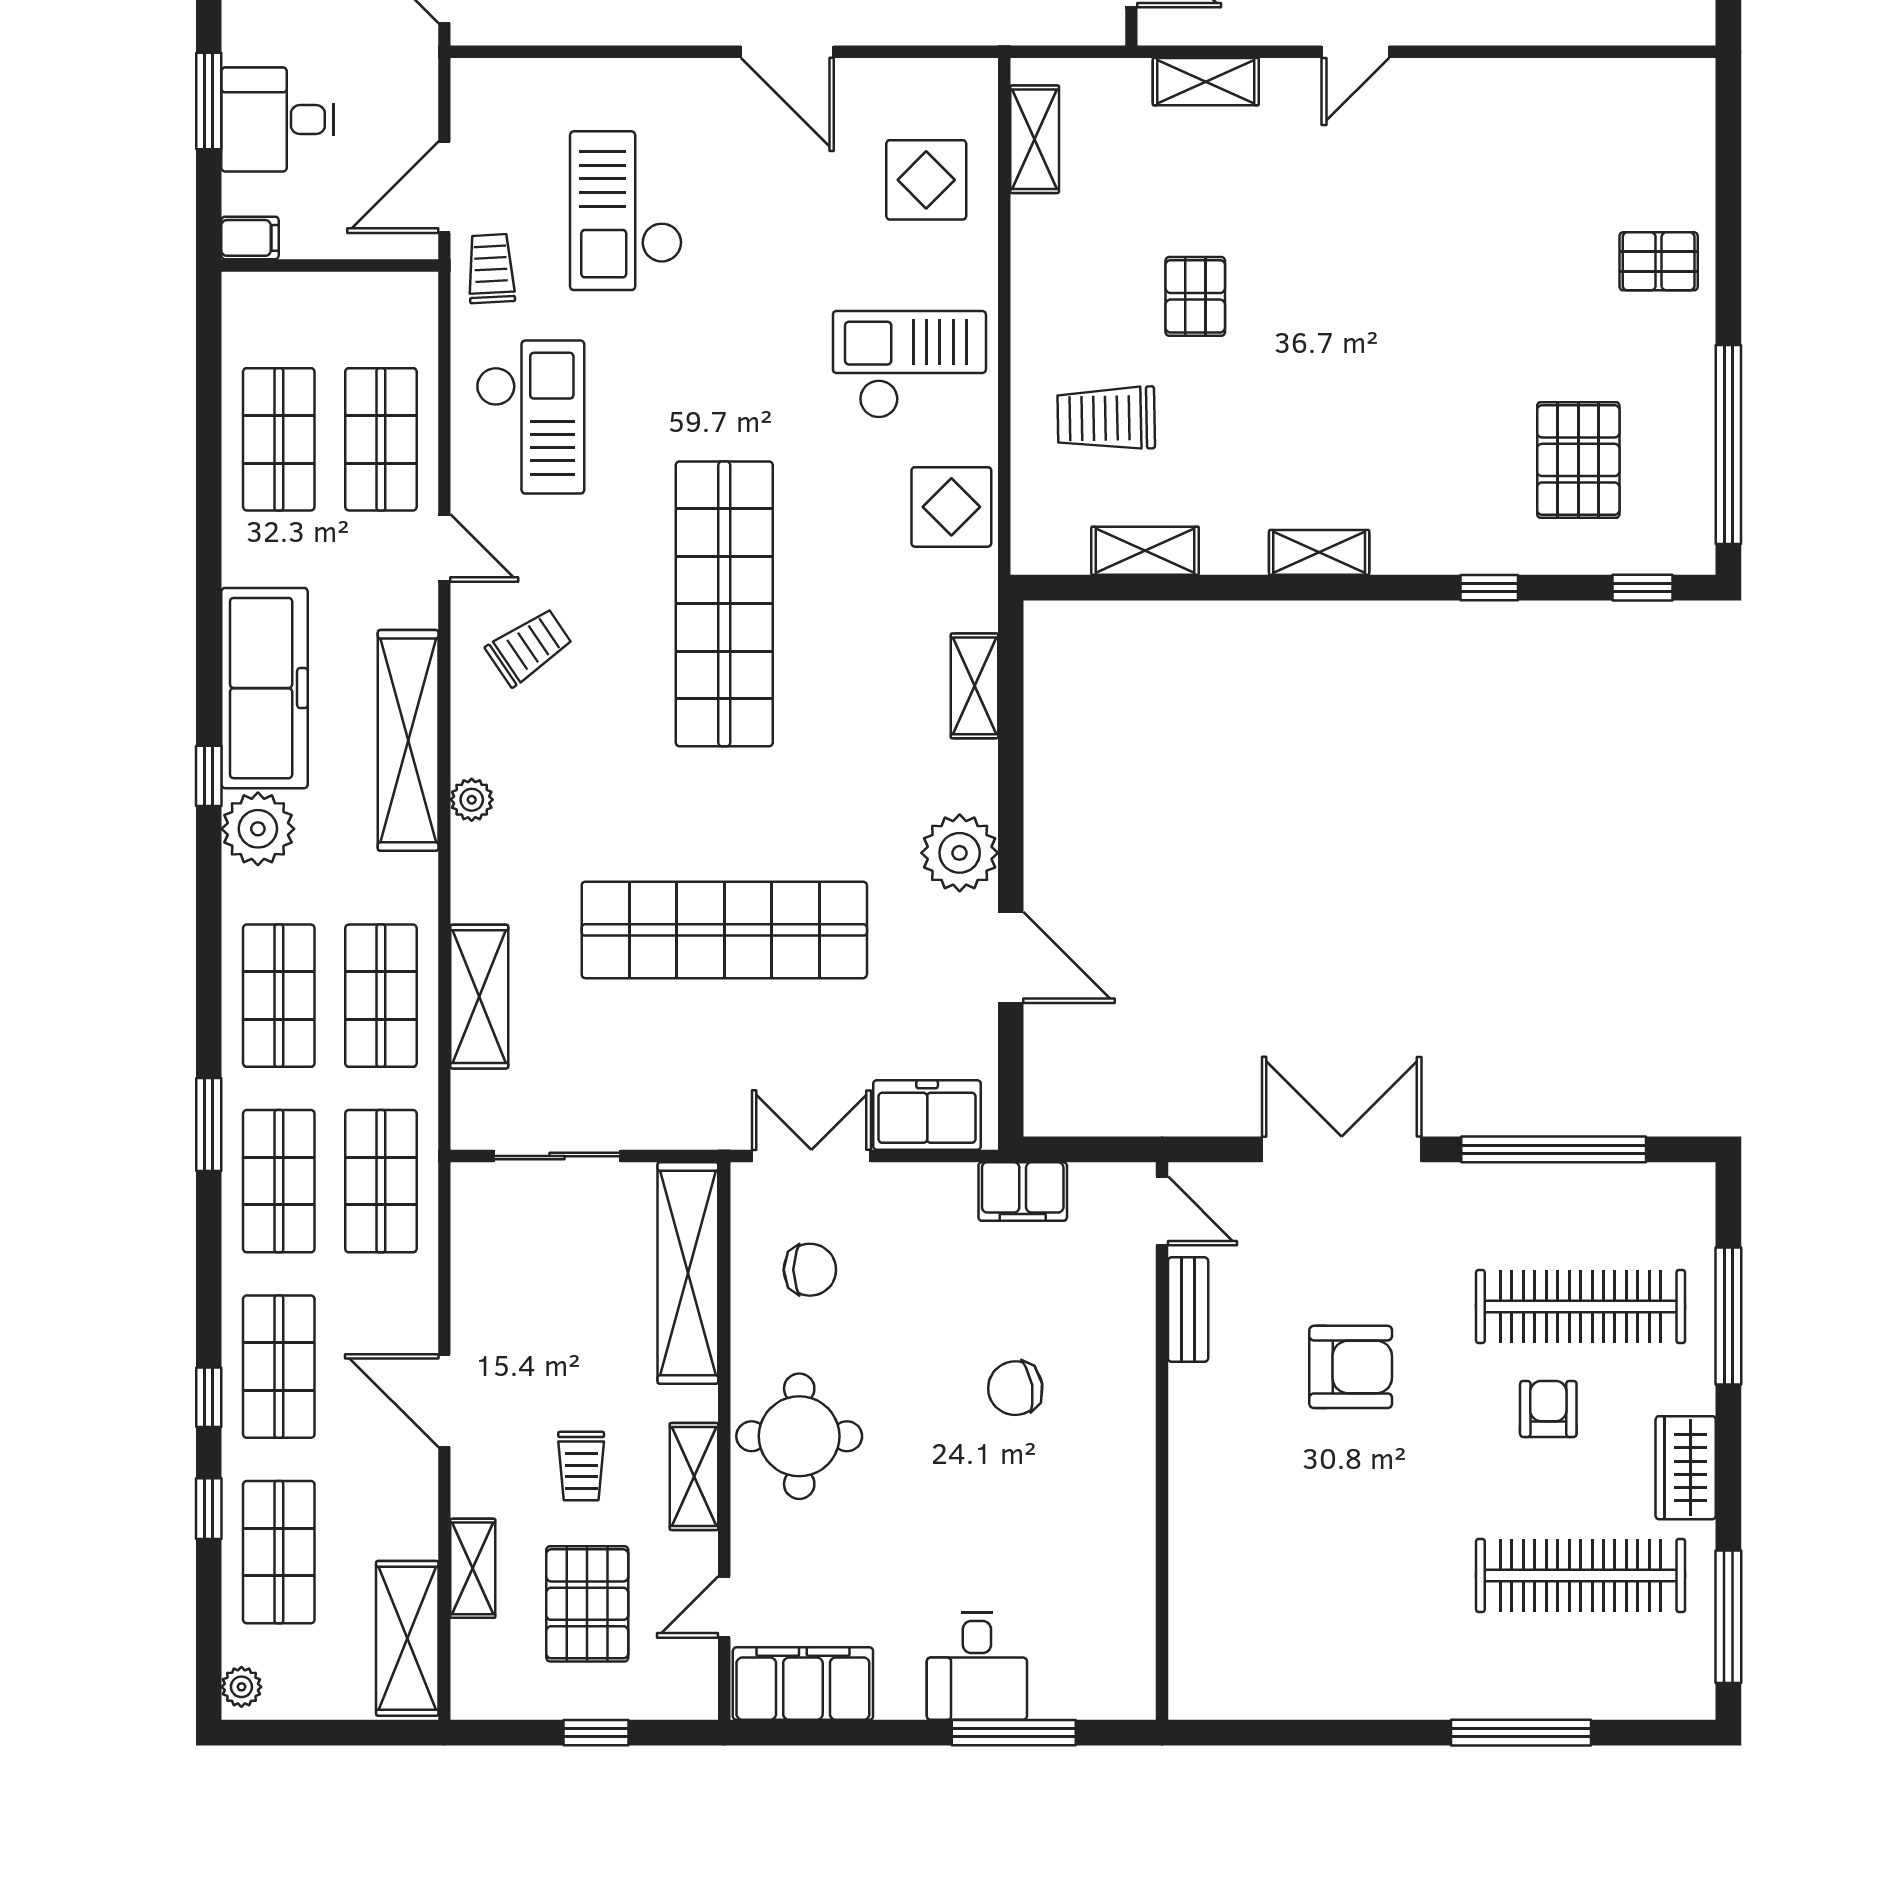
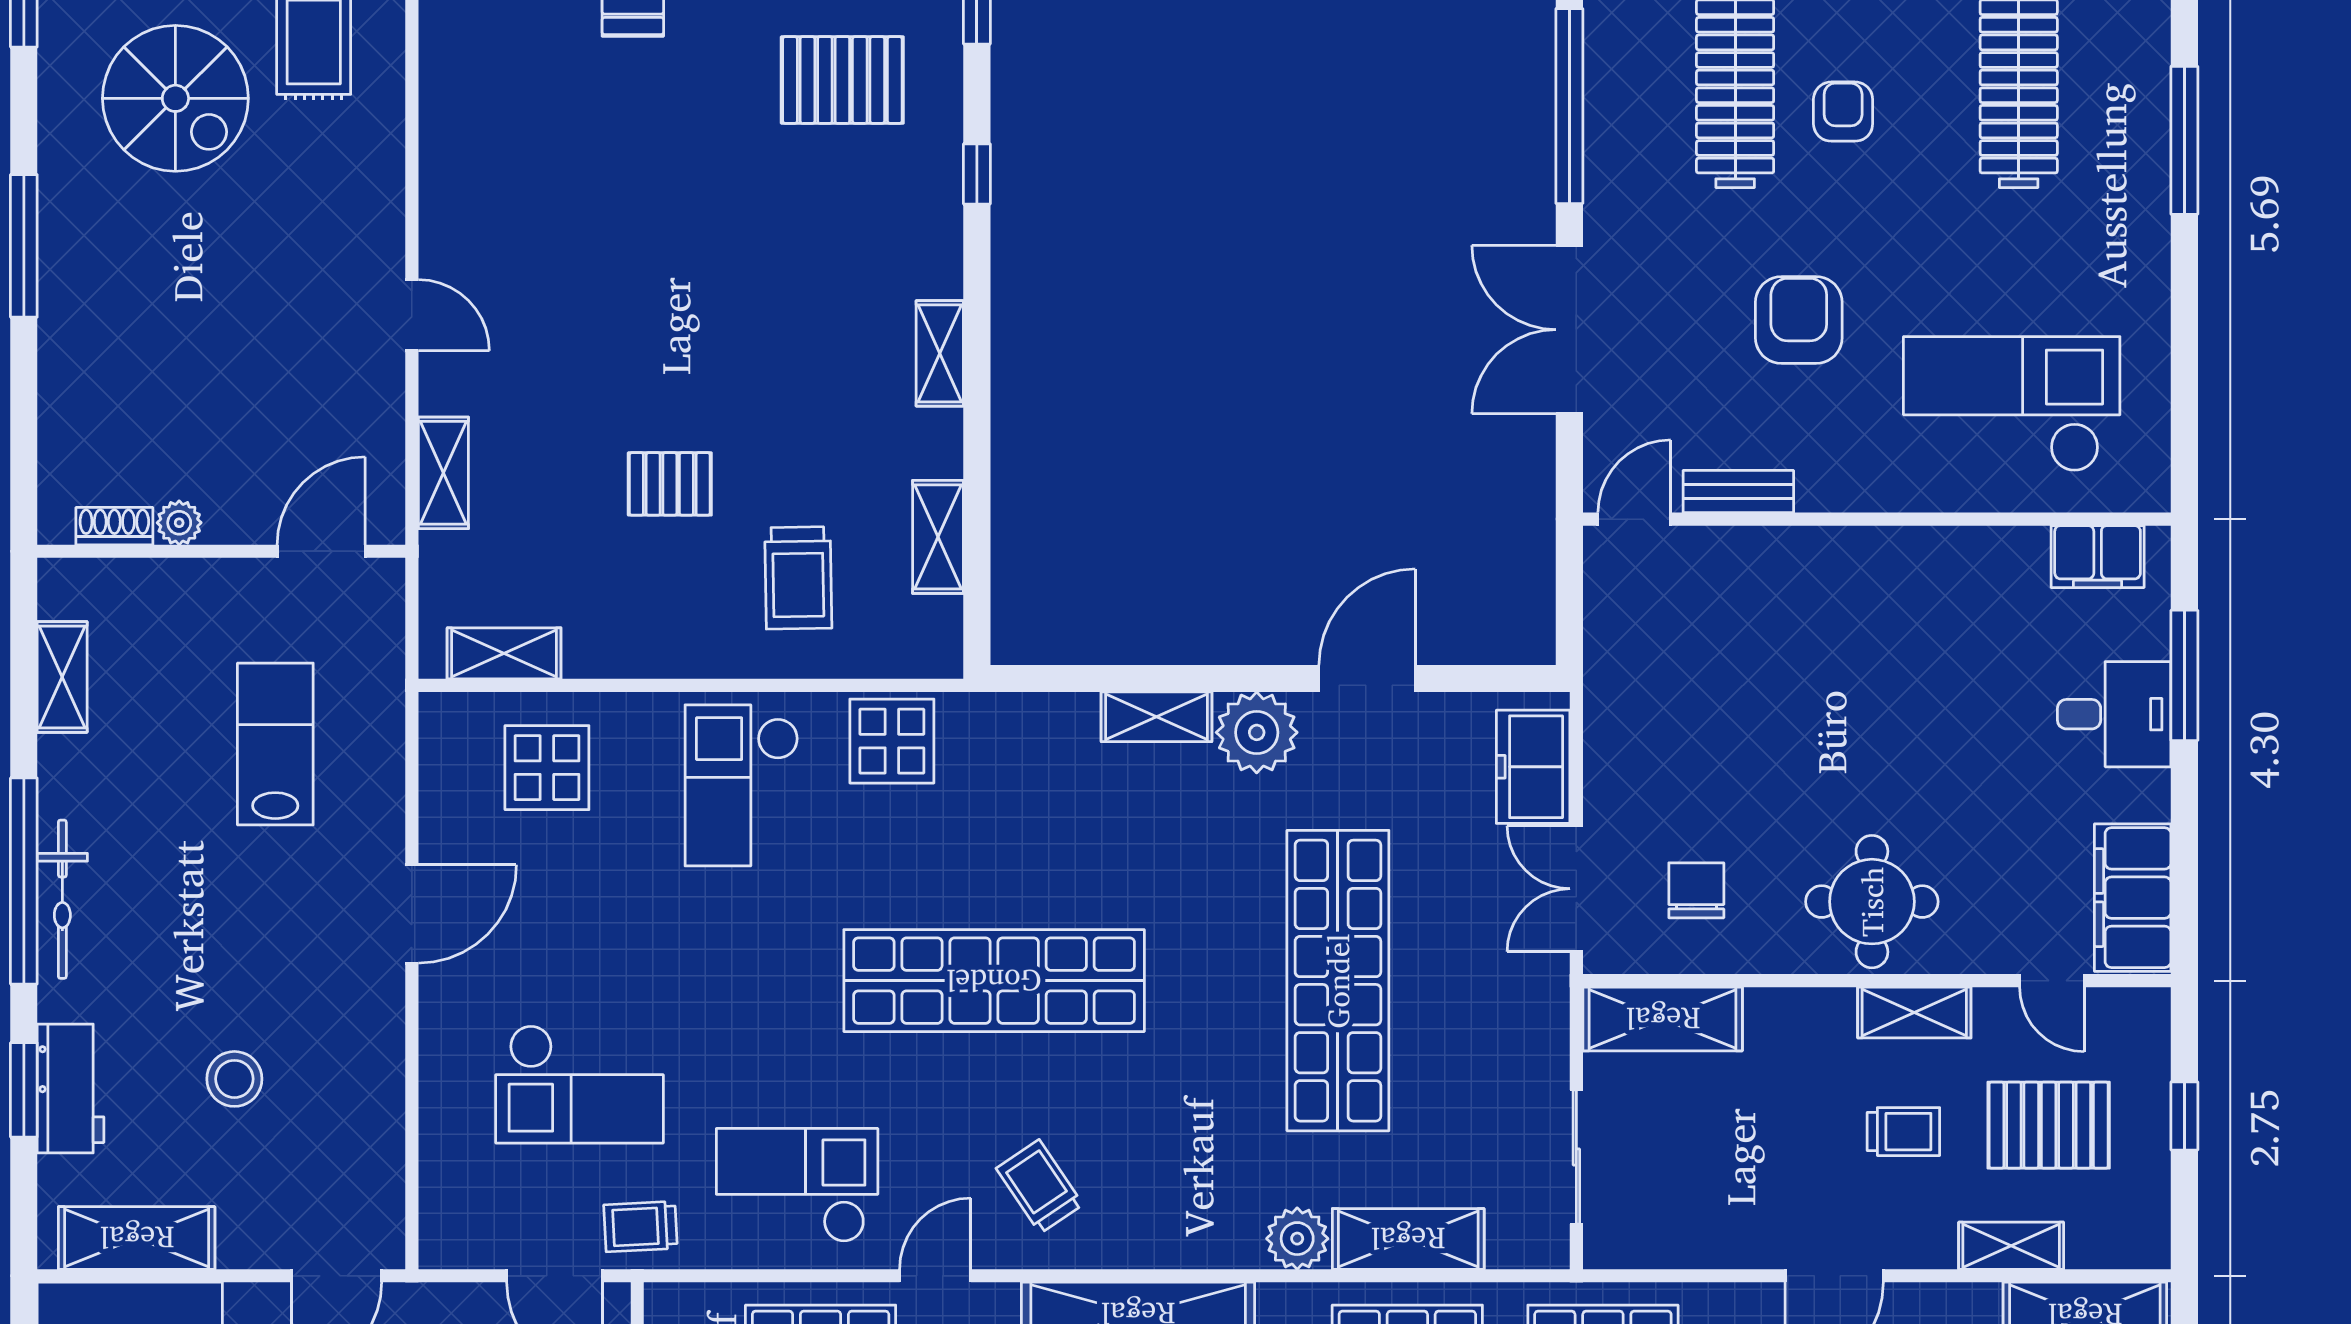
shelving: (974, 686) -> (1157, 717), moved
plant: (472, 800) -> (1297, 1239), moved, width x1.38, depth x1.38
filing cabinet: (1023, 1192) -> (2098, 557), moved, turned 90
shelving: (688, 1273) -> (1663, 1019), width x0.68
chair: (1015, 1388) -> (1821, 674), removed
armchair: (1548, 1409) -> (1843, 112), turned 90
checkout: (1271, 1569) -> (2012, 404), added

